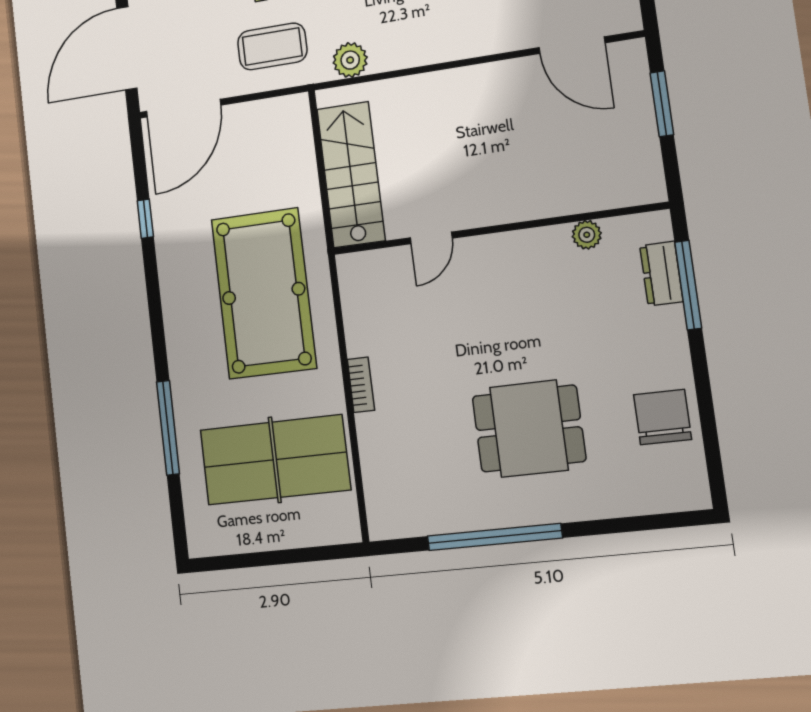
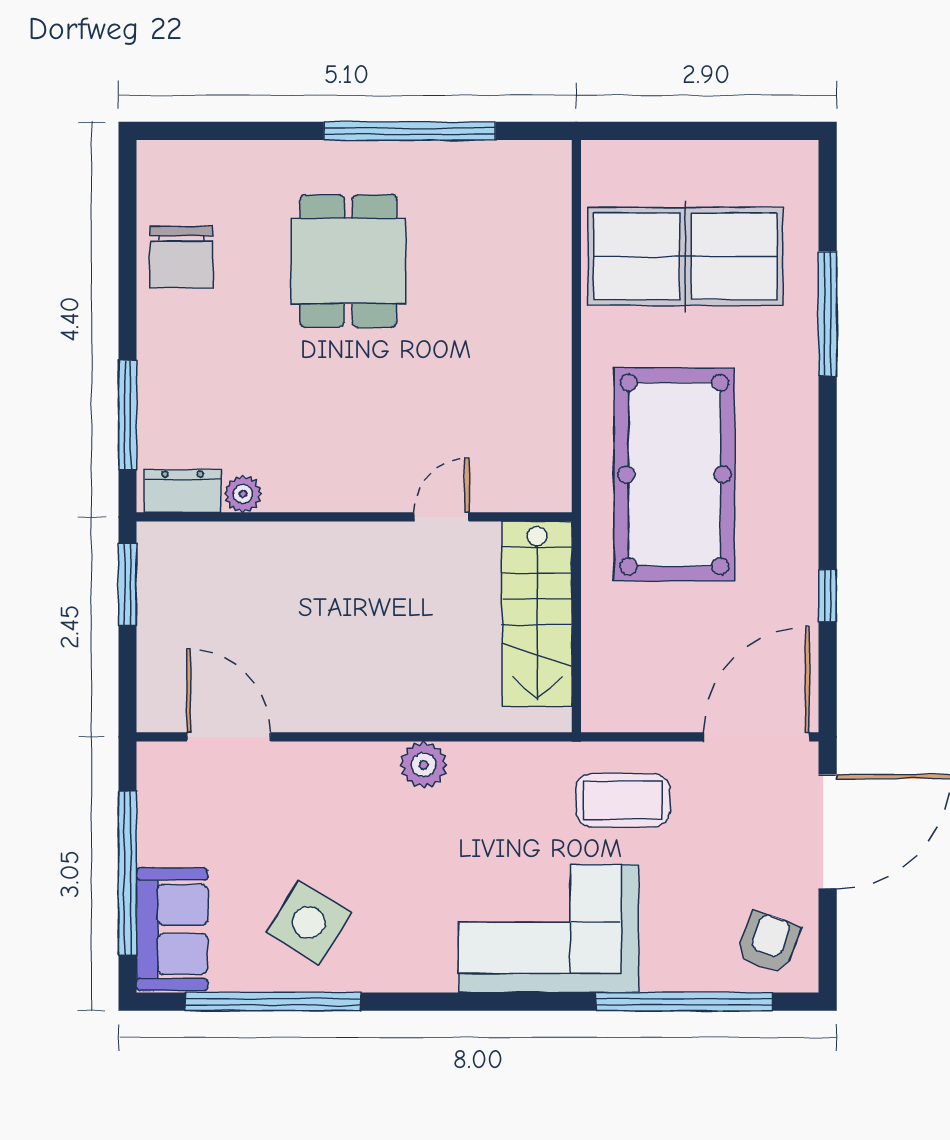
plant: (350, 60) -> (424, 765), moved
window: (662, 104) -> (128, 584), moved
dresser: (661, 274) -> (183, 491), moved, turned -90
bookcase: (361, 385) -> (558, 340), removed
dining table: (529, 429) -> (348, 261), turned 90

